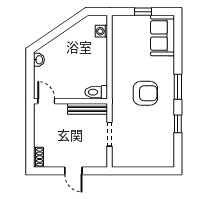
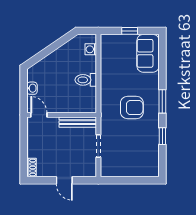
washbasin: (39, 60) -> (32, 88), moved
toilet: (96, 92) -> (86, 80), moved

